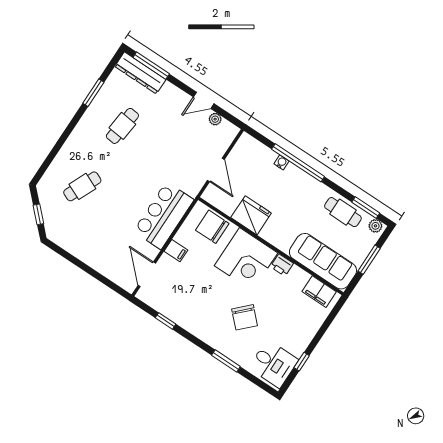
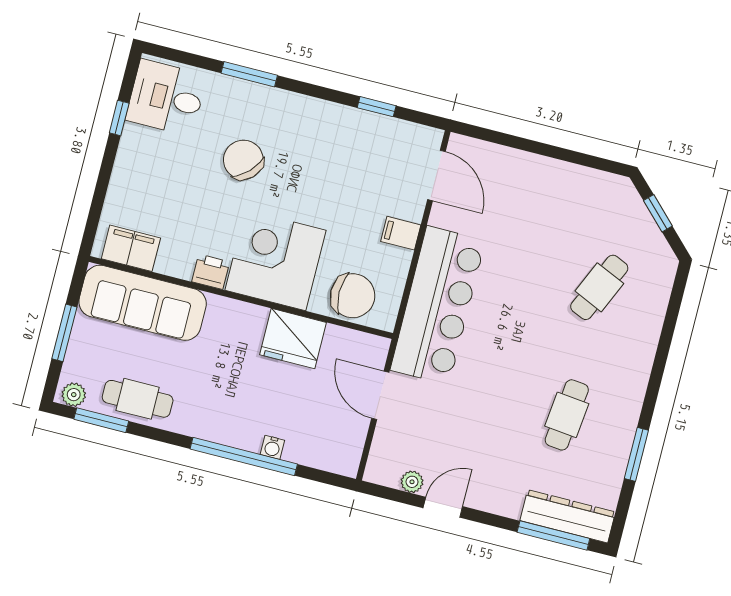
bar counter: (164, 216) -> (438, 305), width x1.36

